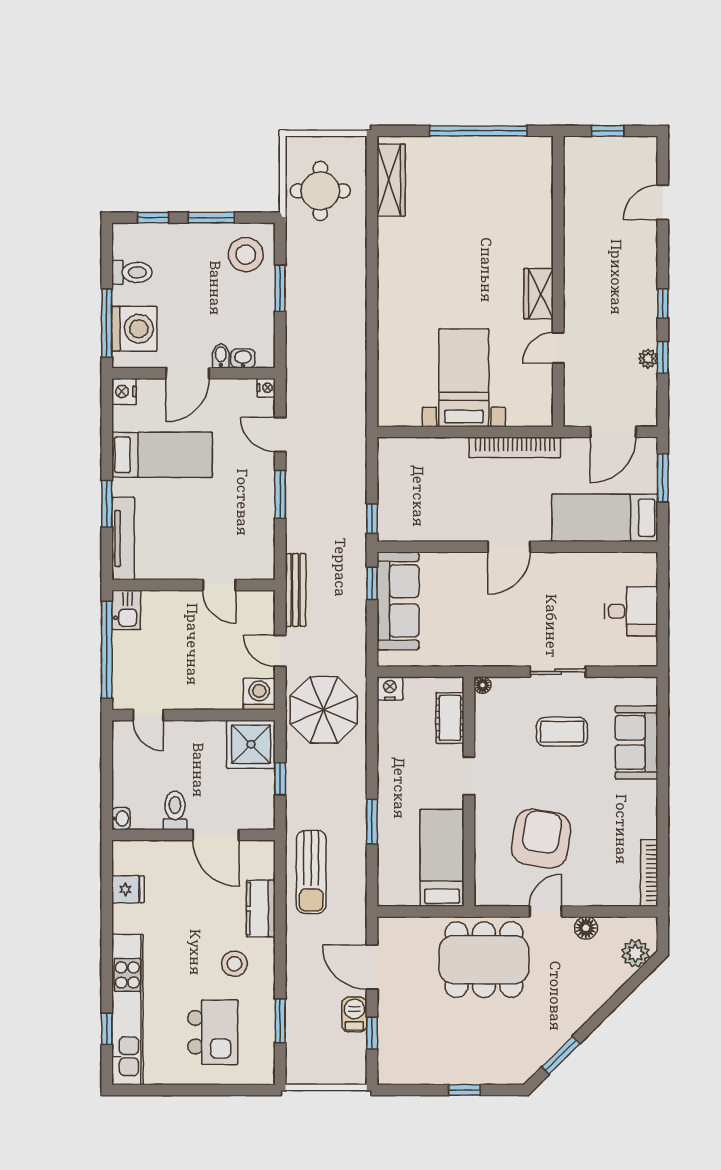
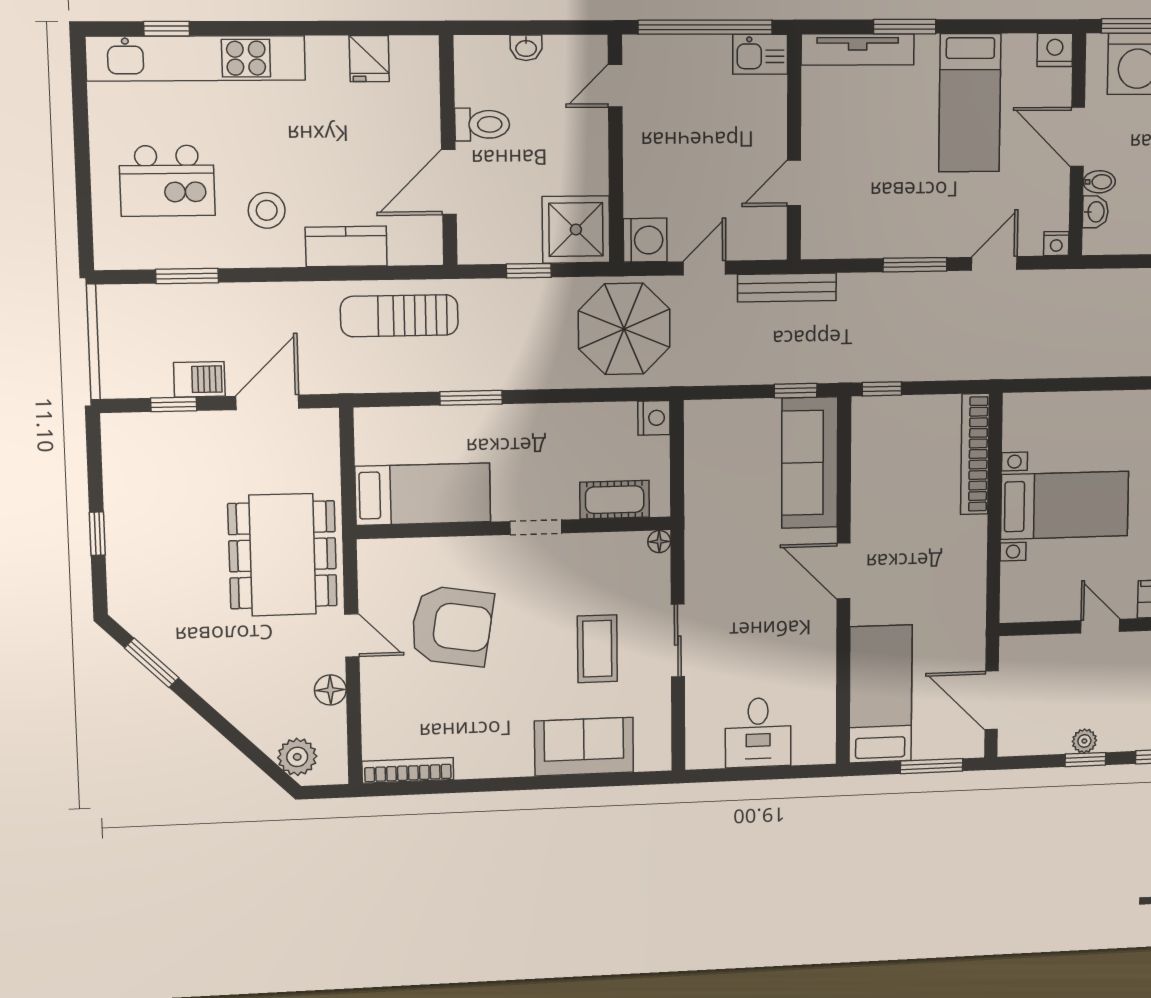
bookcase: (515, 447) -> (975, 454), moved
sofa: (398, 601) -> (810, 463), moved, turned 90
washbasin: (121, 819) -> (526, 48), moved

